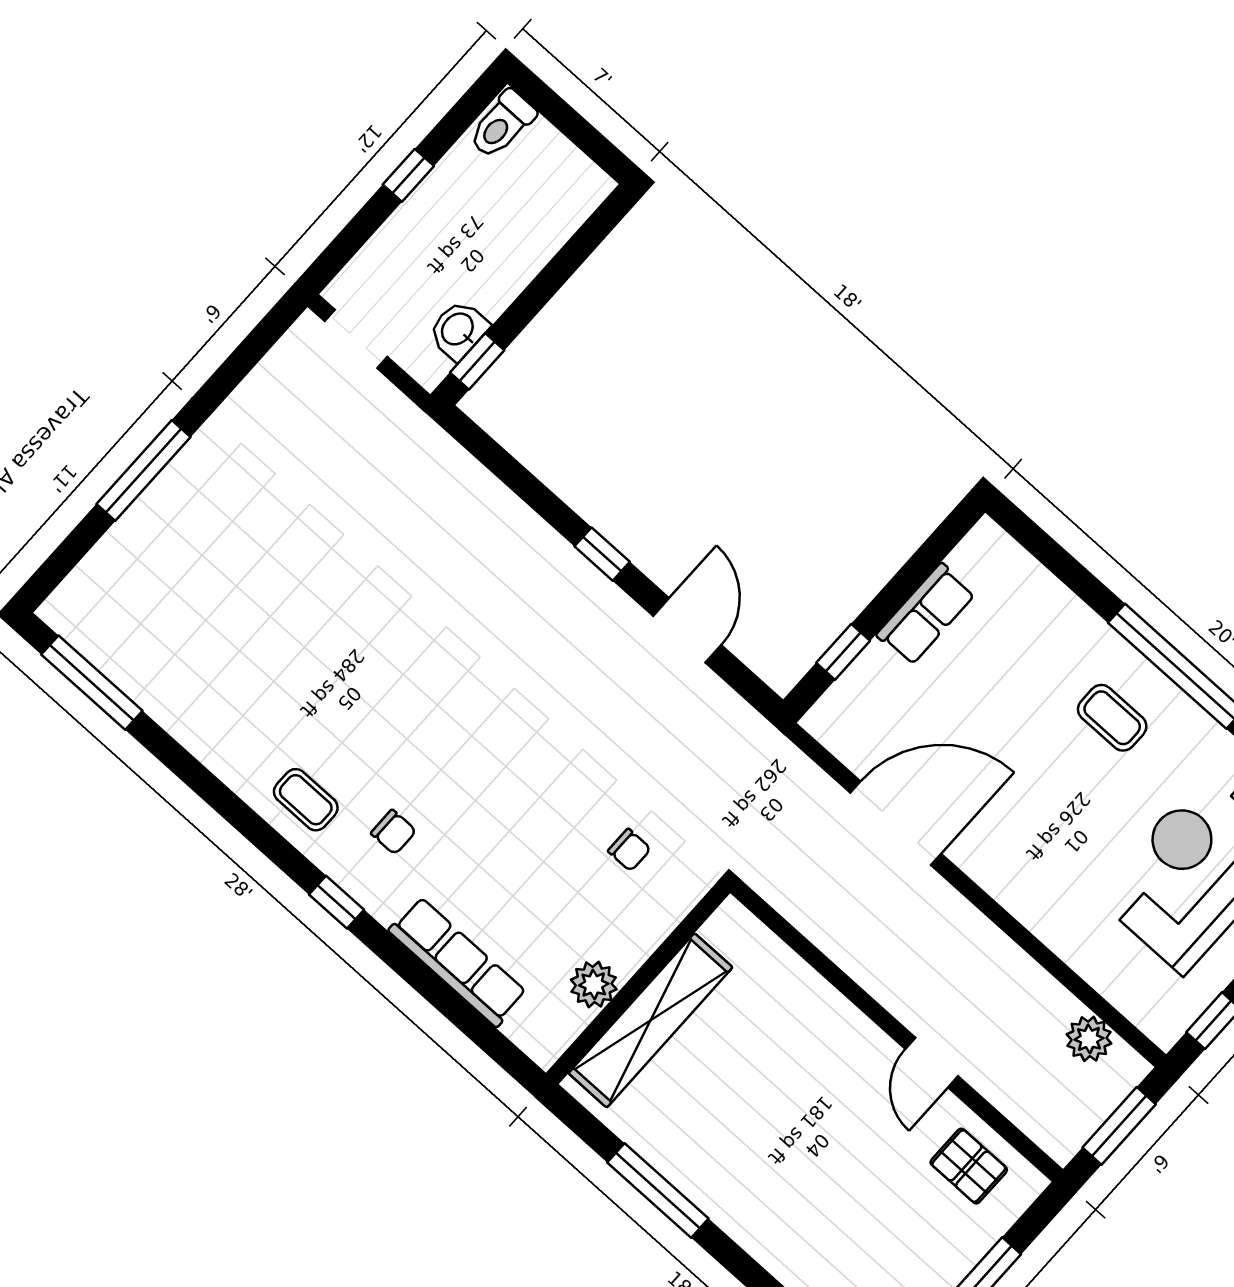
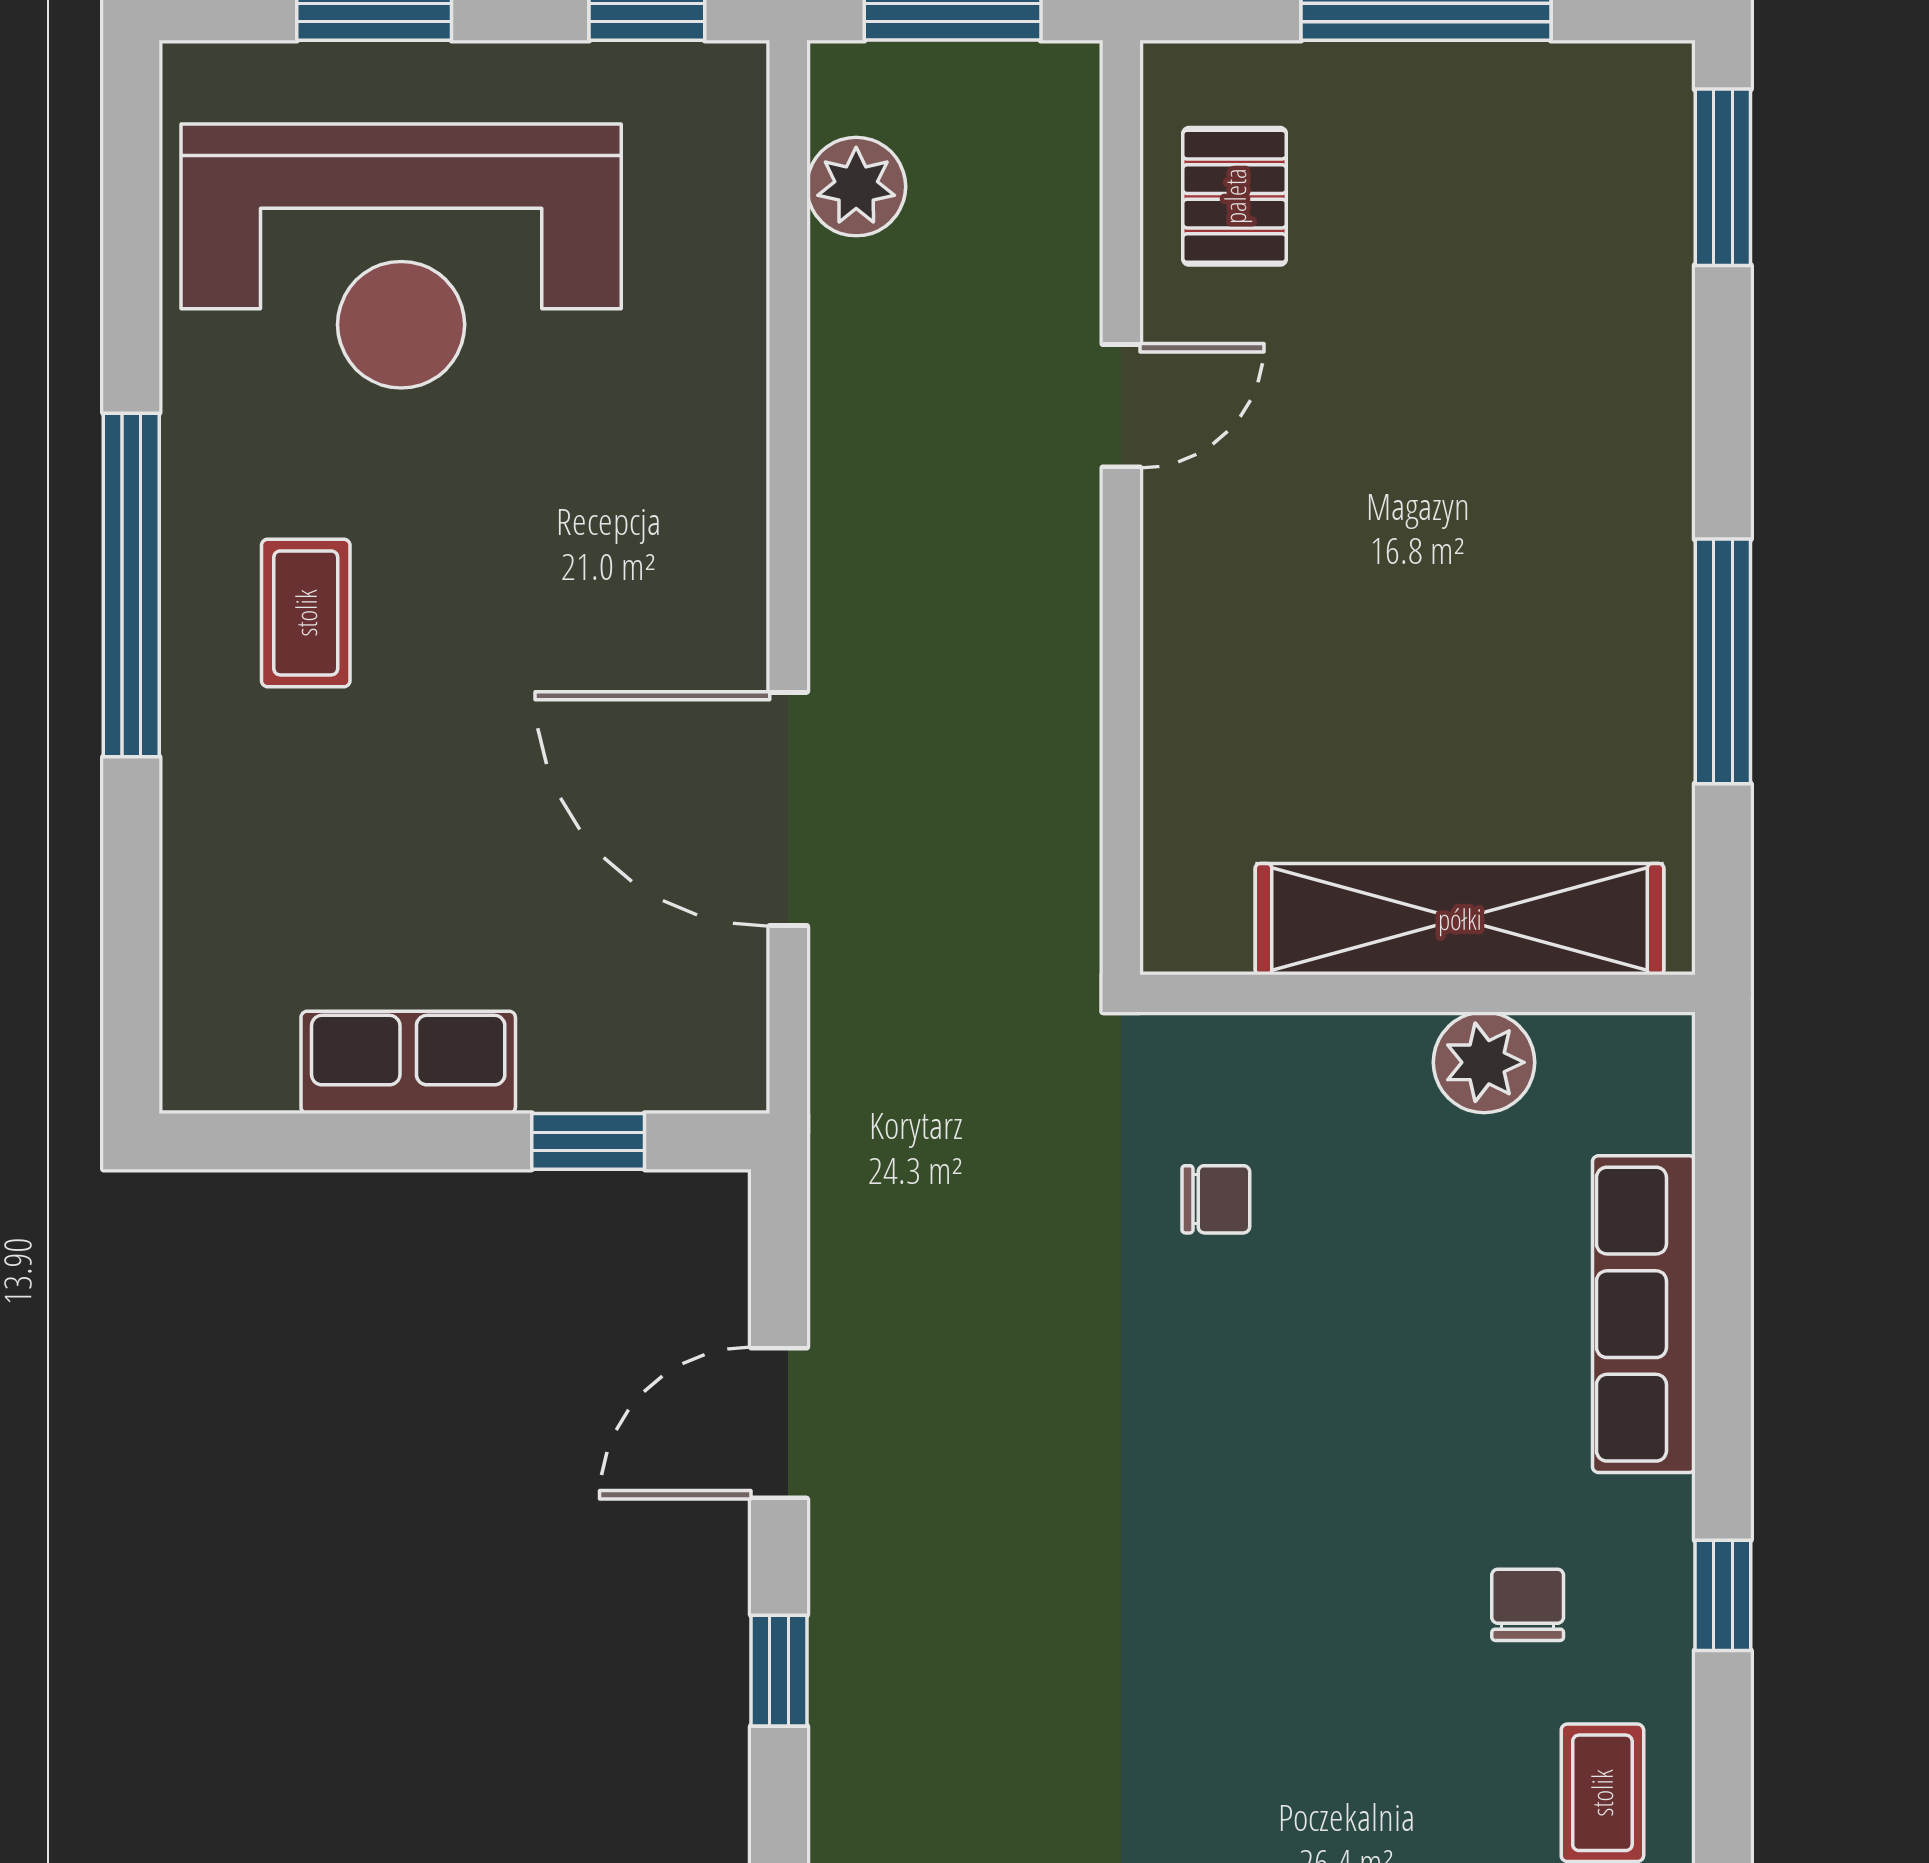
chair: (629, 850) -> (1216, 1199), turned 90

